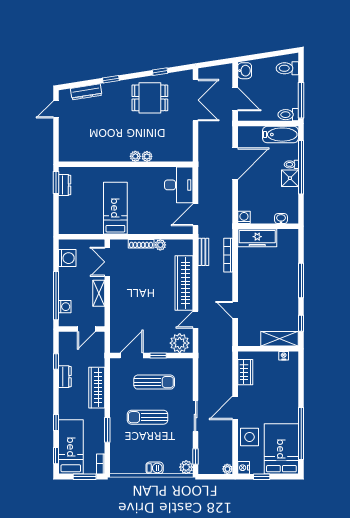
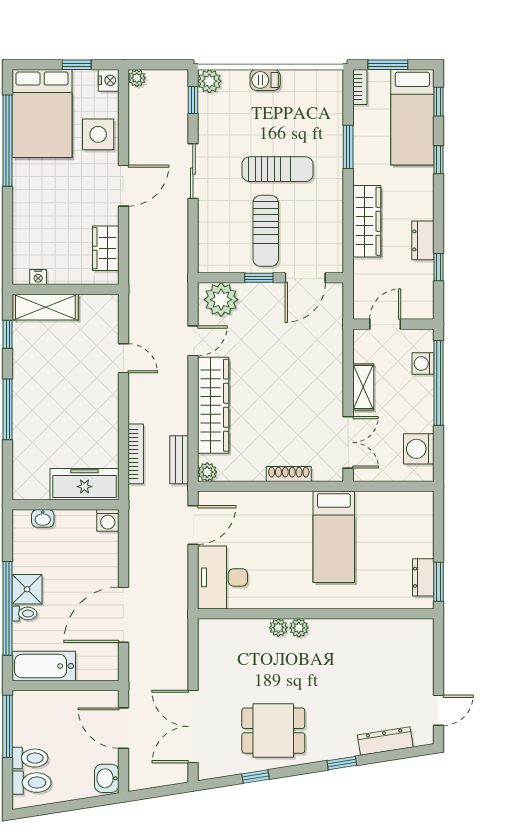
toilet: (288, 115) -> (30, 758), moved
plant: (160, 245) -> (207, 472), moved
sun lounger: (154, 382) -> (266, 231), turned -90

